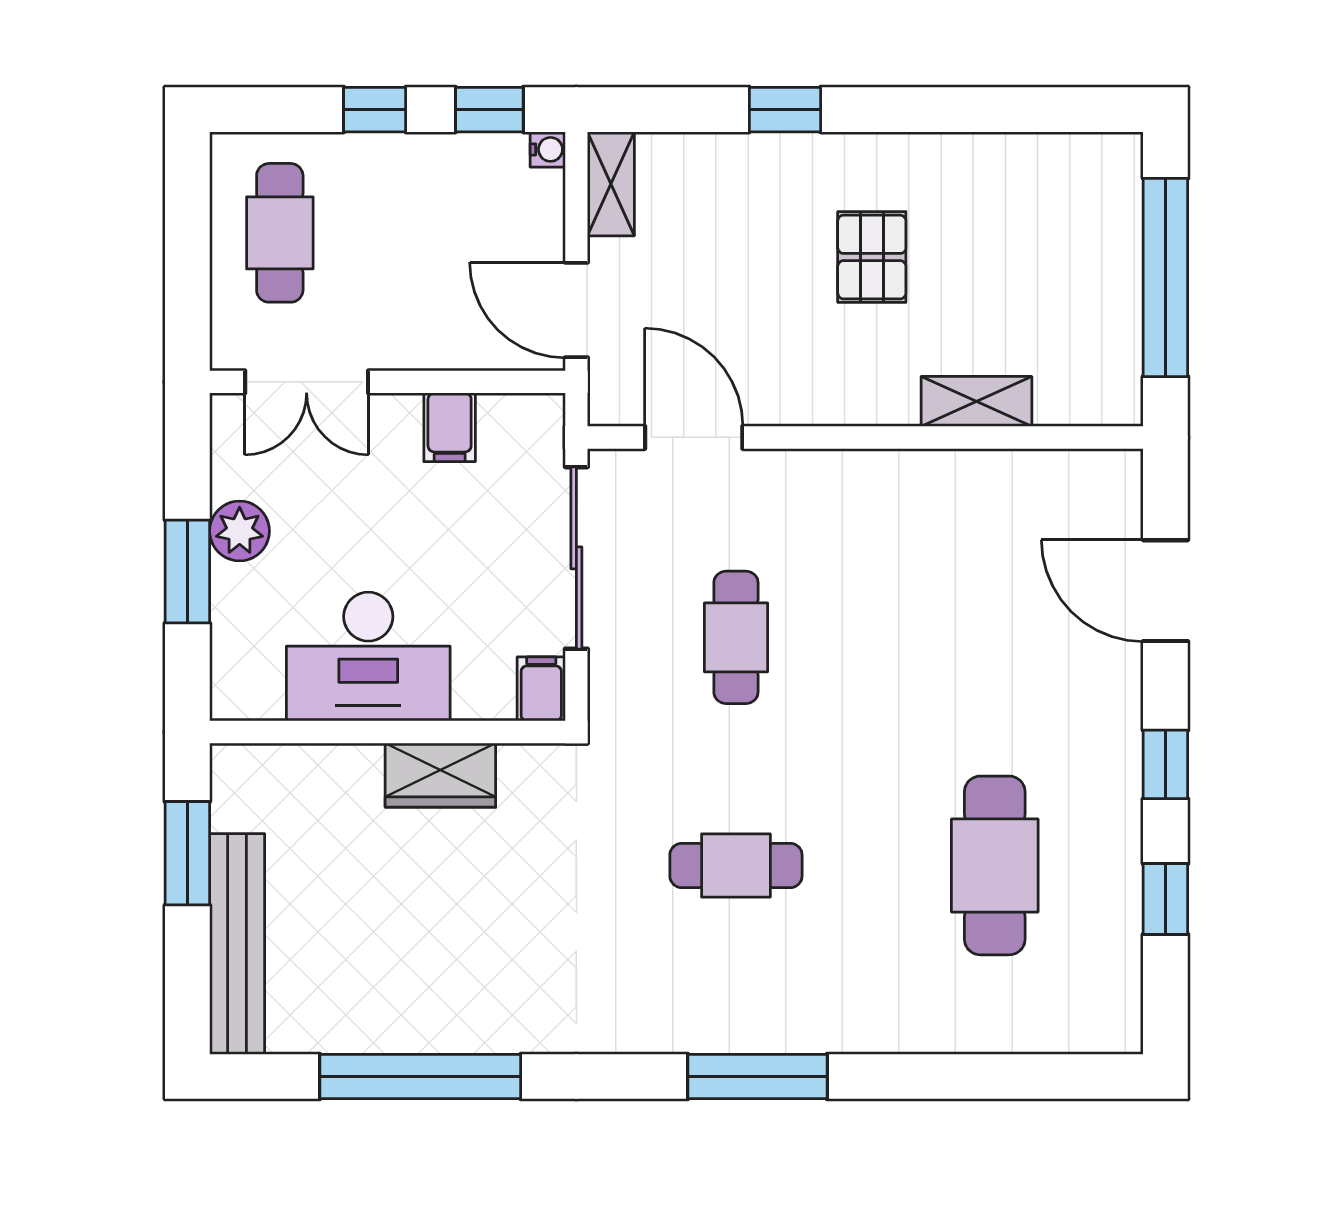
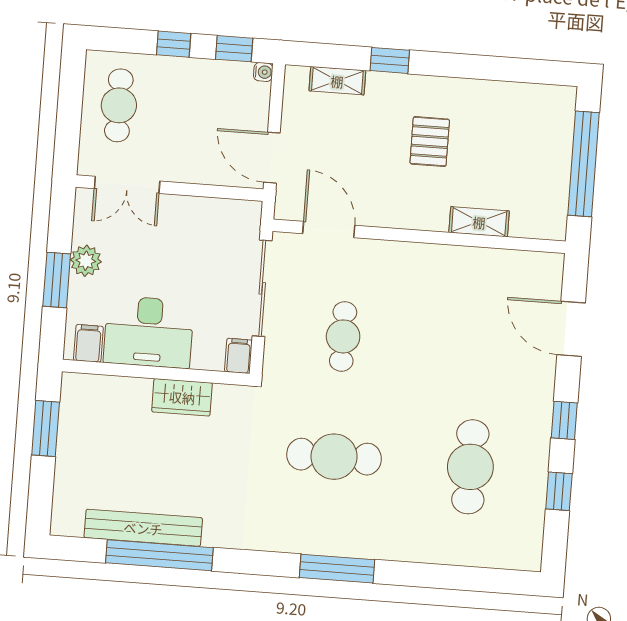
shelving: (611, 184) -> (337, 81), moved, turned 90
filing cabinet: (450, 427) -> (88, 343), moved, turned 180
cafe table: (736, 865) -> (334, 457), width x1.37, depth x1.35
bench: (237, 944) -> (143, 528), moved, turned 90

